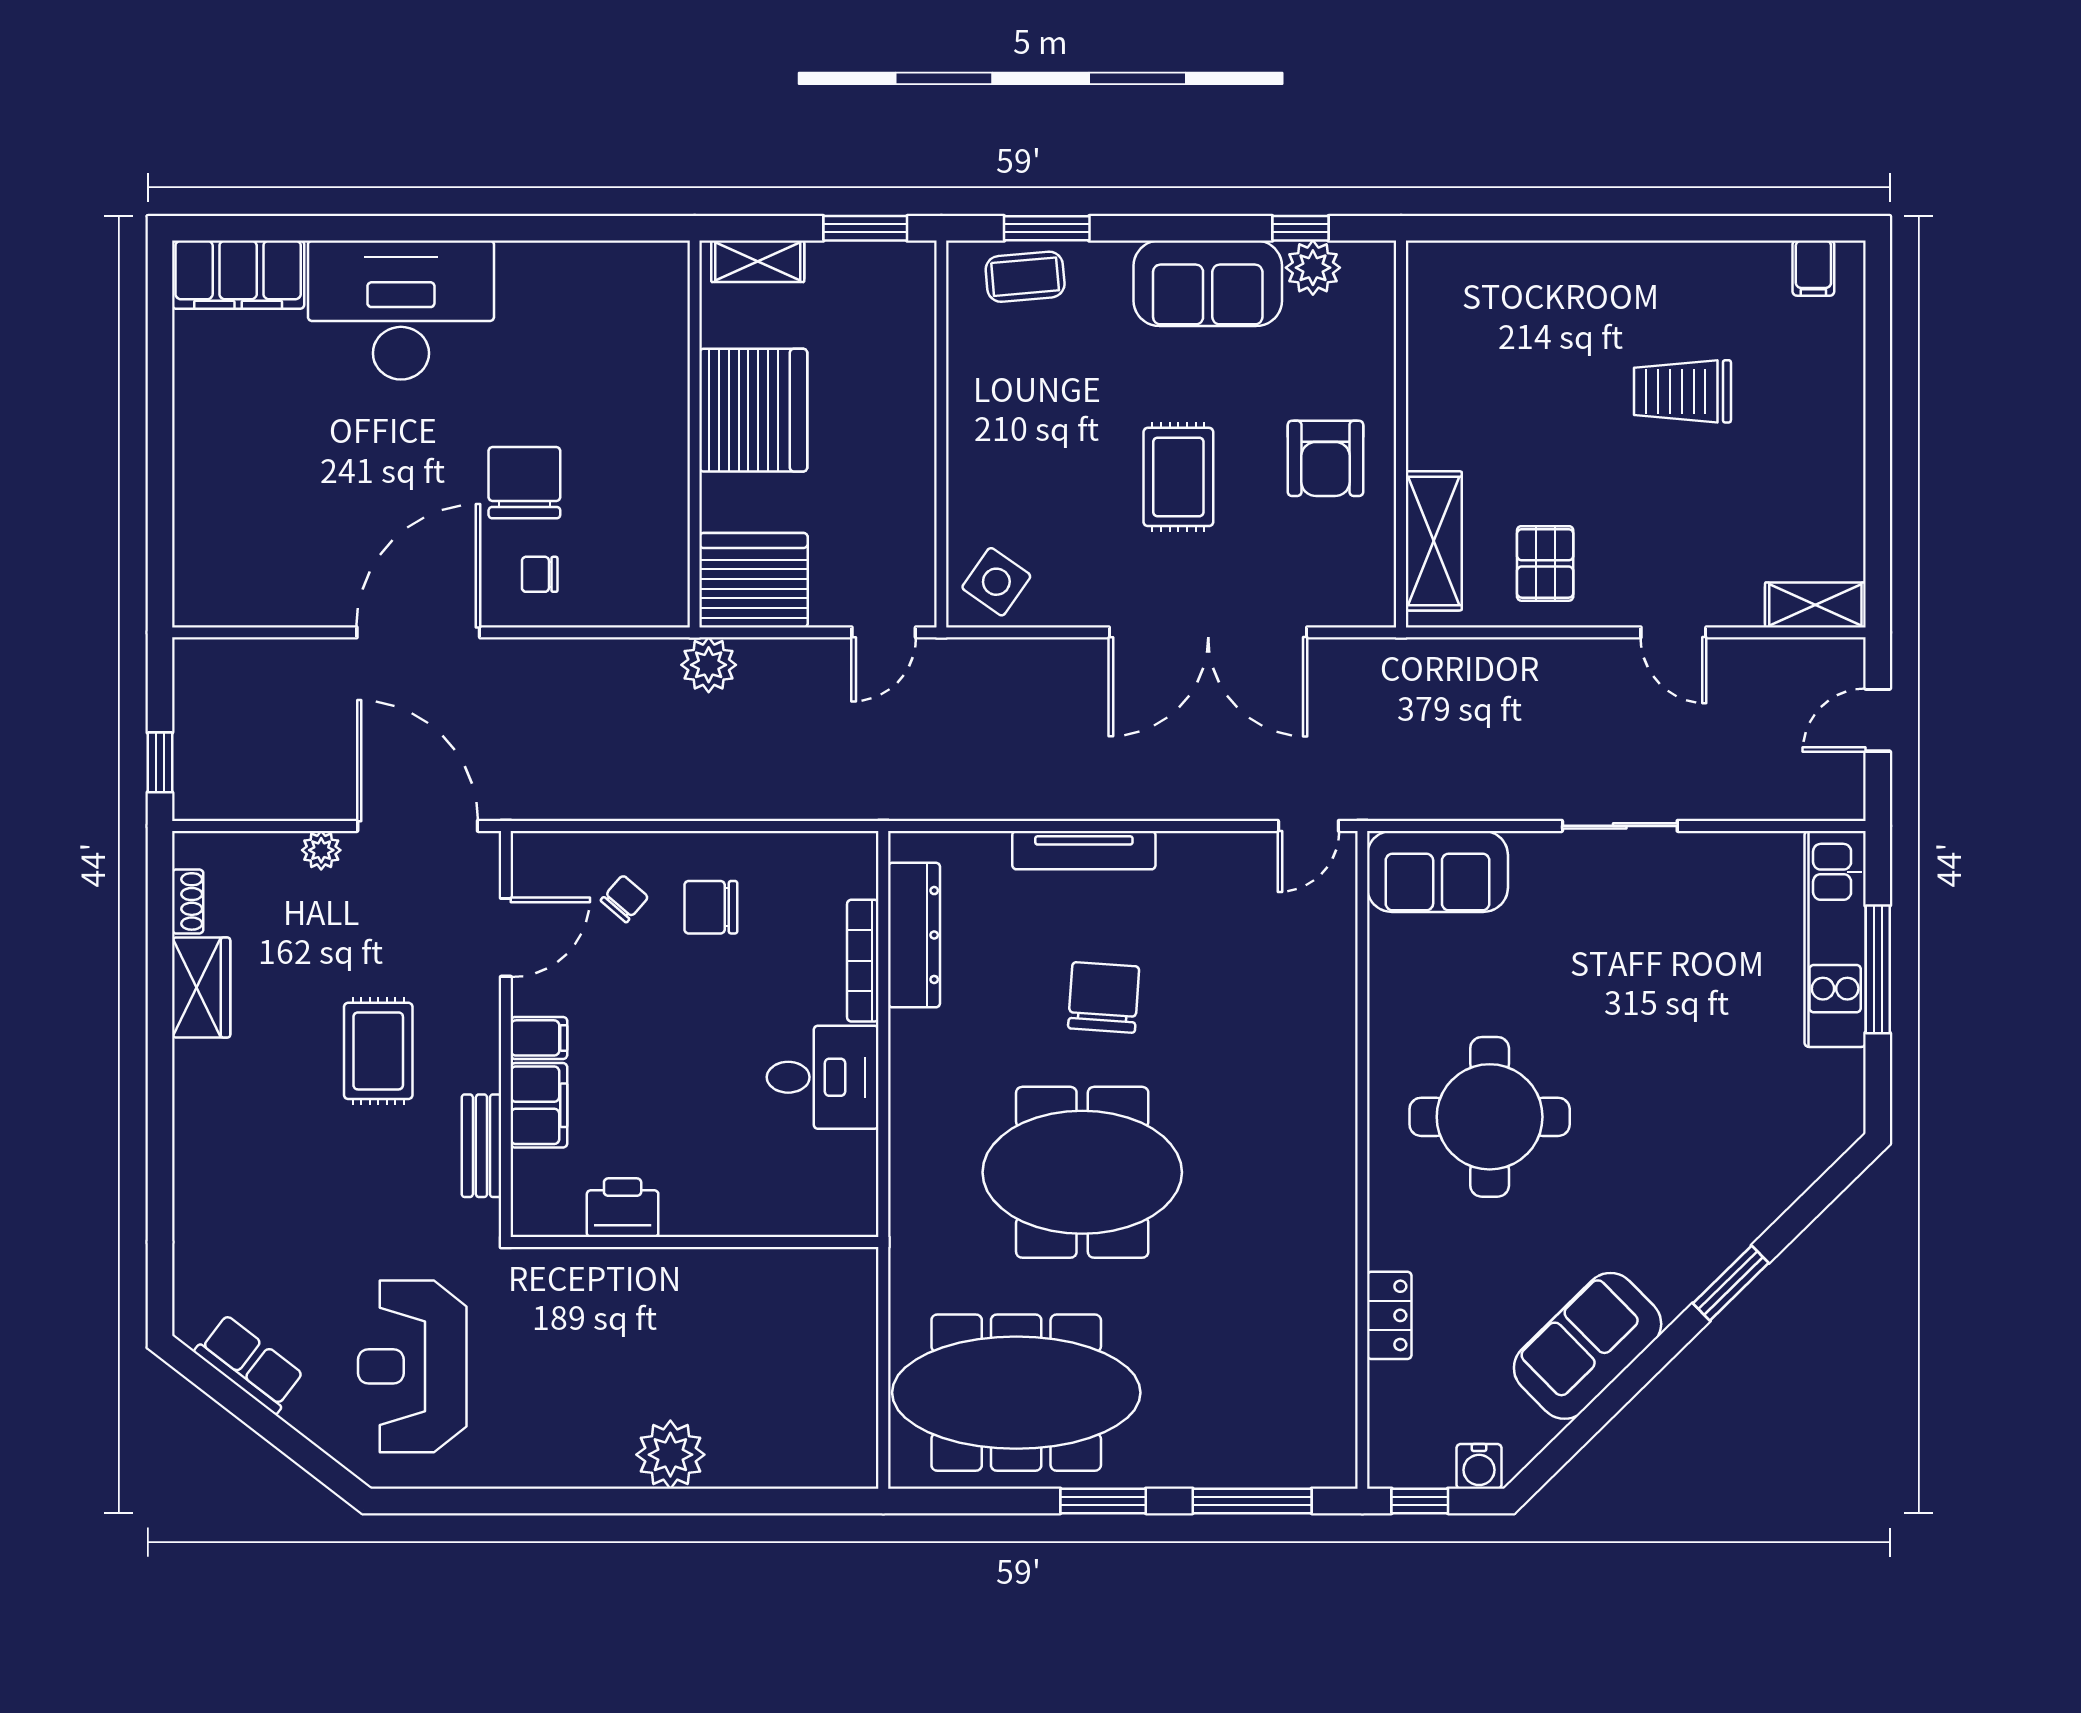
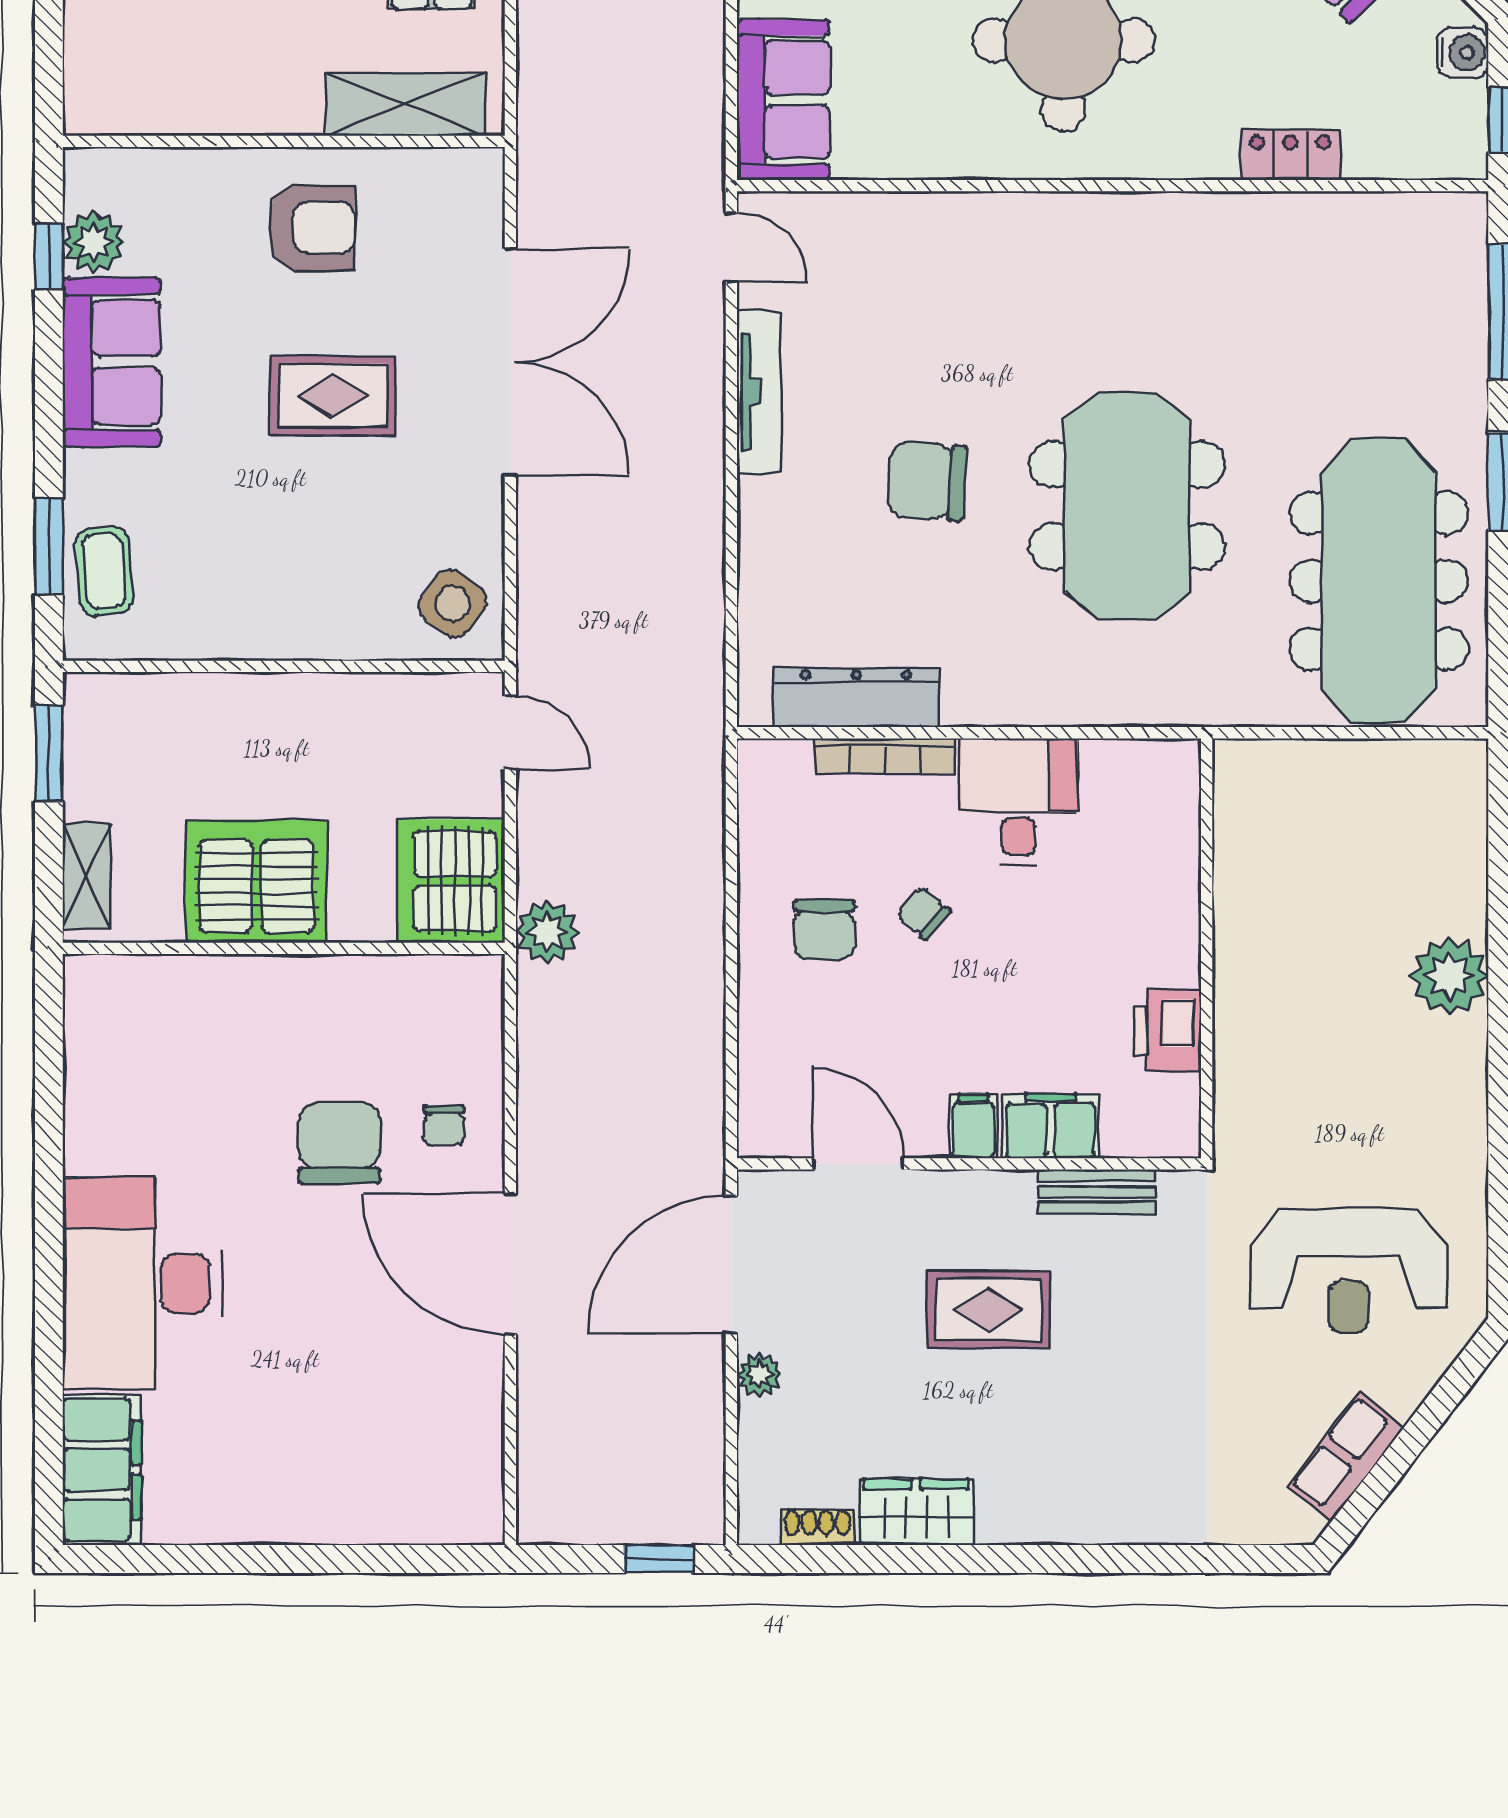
chair: (524, 483) -> (339, 1143), turned 90
tv unit: (1084, 850) -> (759, 391), moved
chair: (625, 899) -> (923, 913), moved

